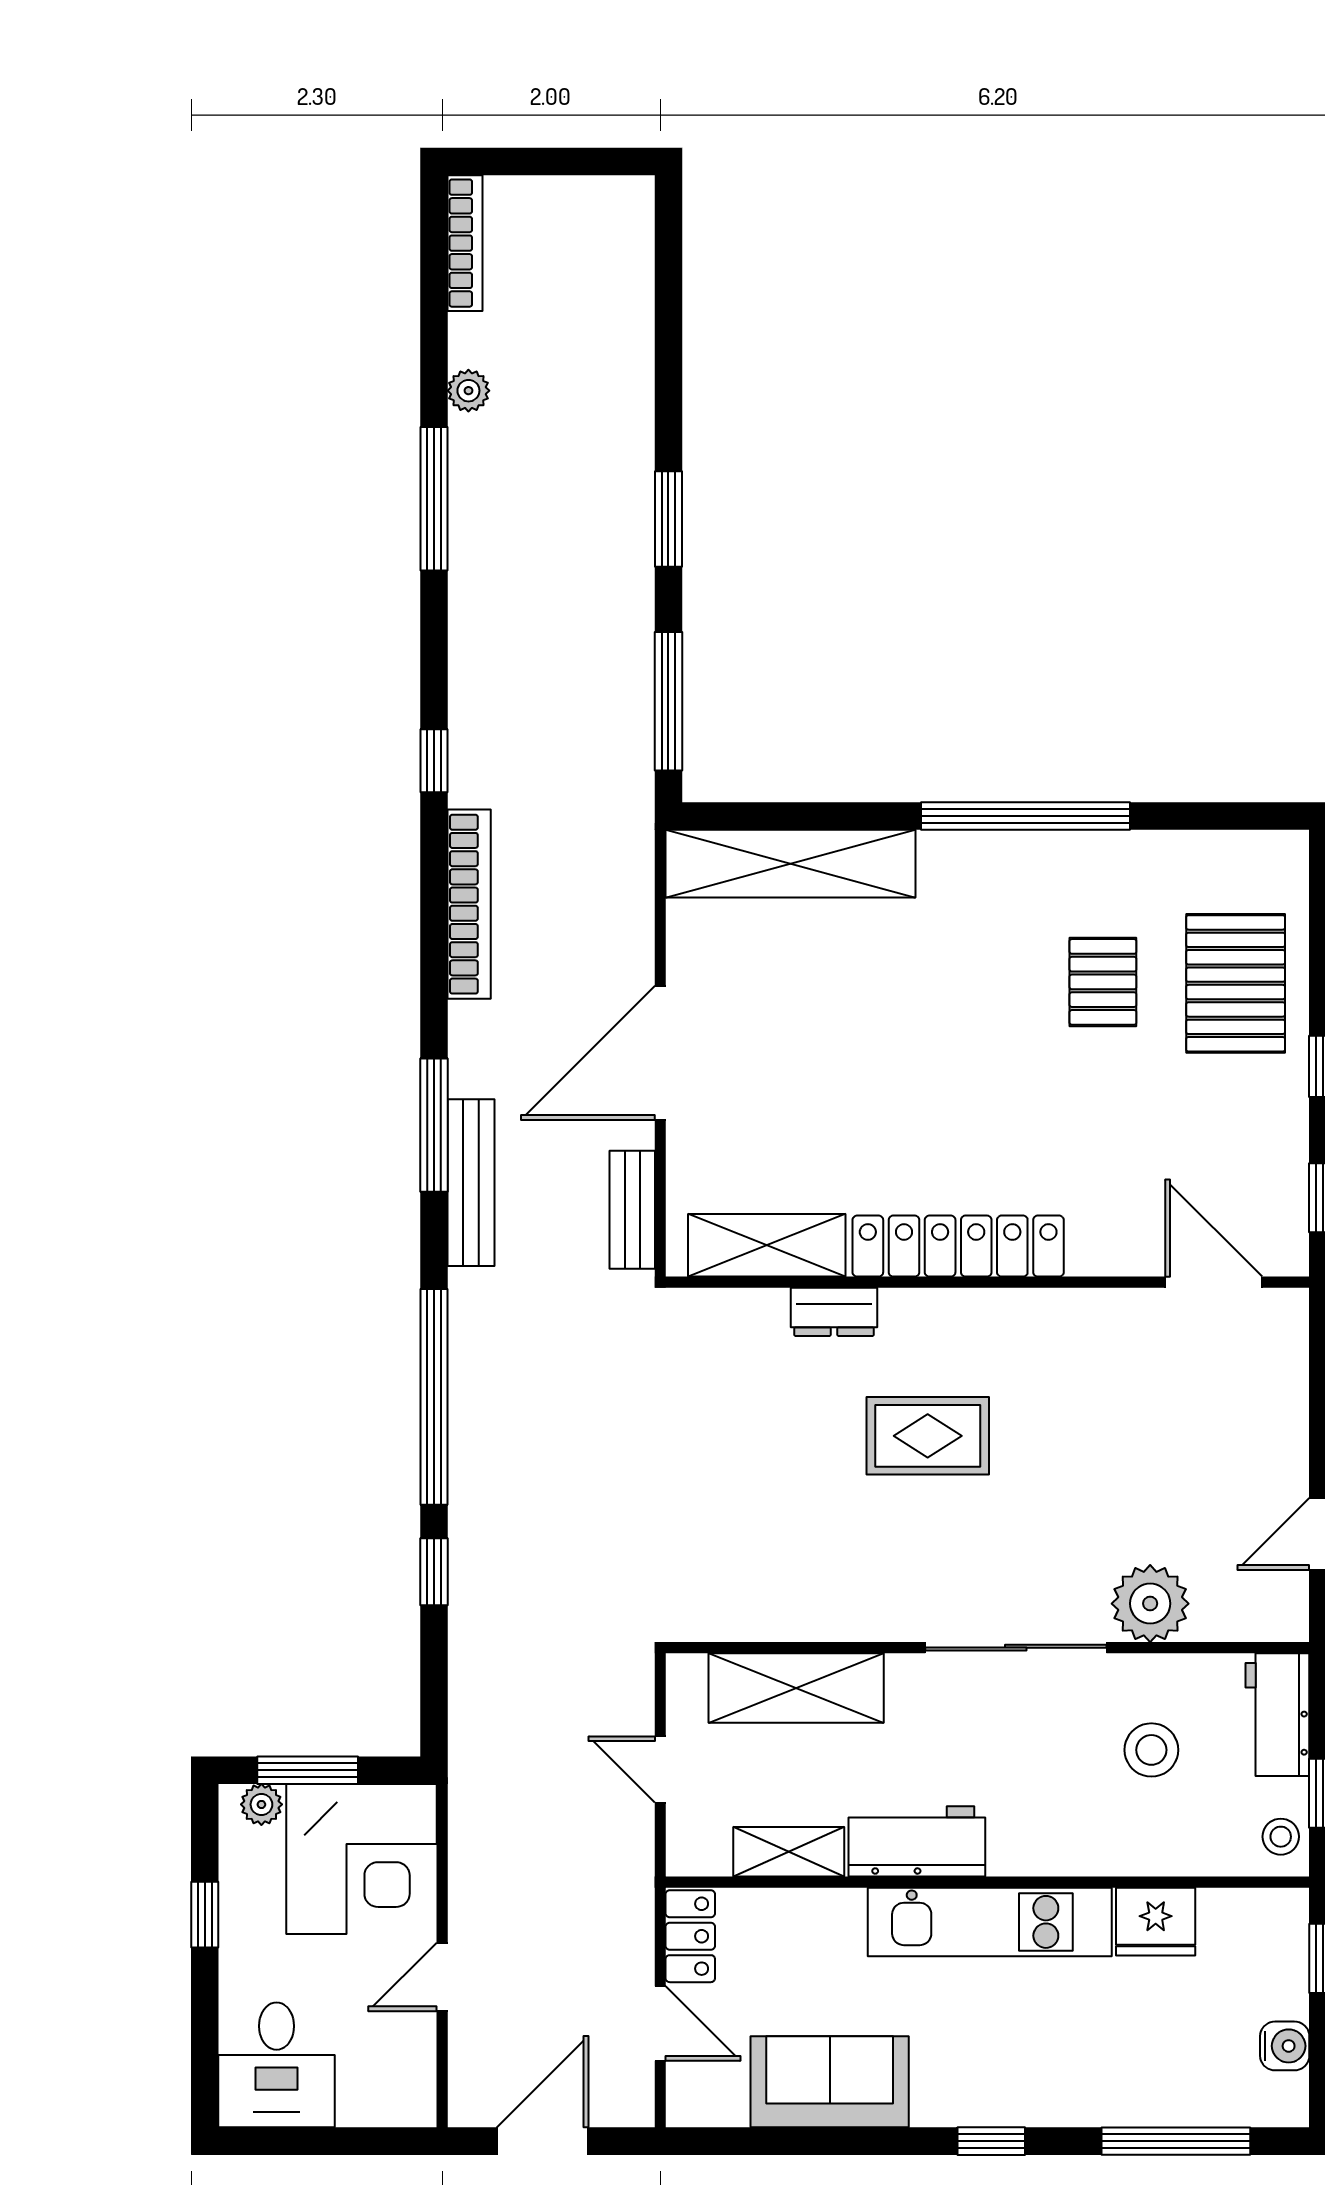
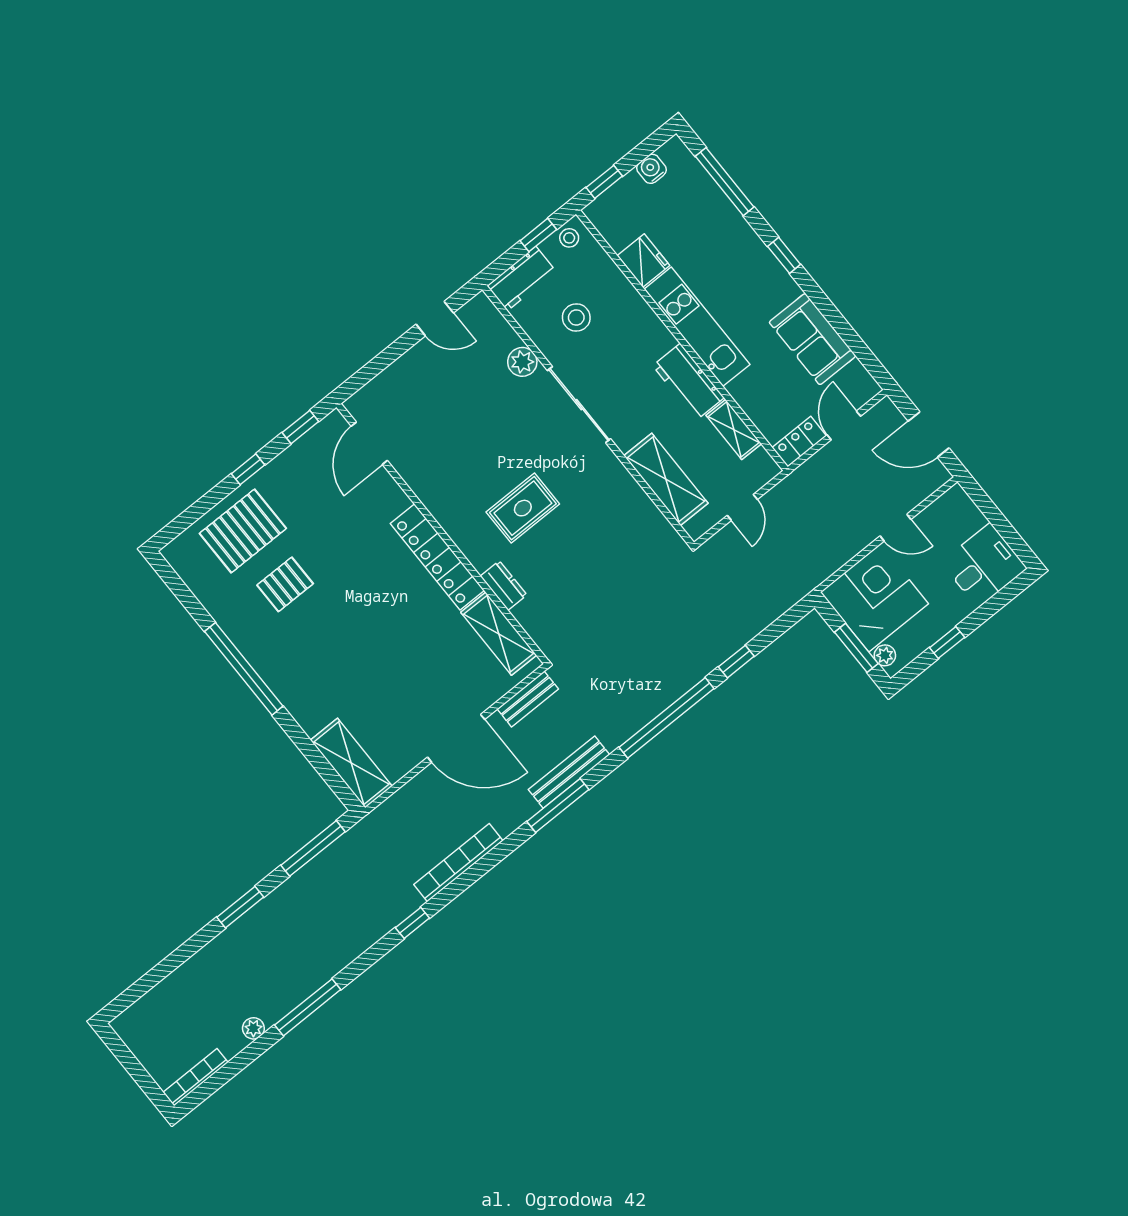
shelving: (790, 864) -> (351, 763), width x0.68
rug: (928, 1436) -> (523, 508), turned 90
plant: (1150, 1604) -> (522, 362), width x0.73, depth x0.73

